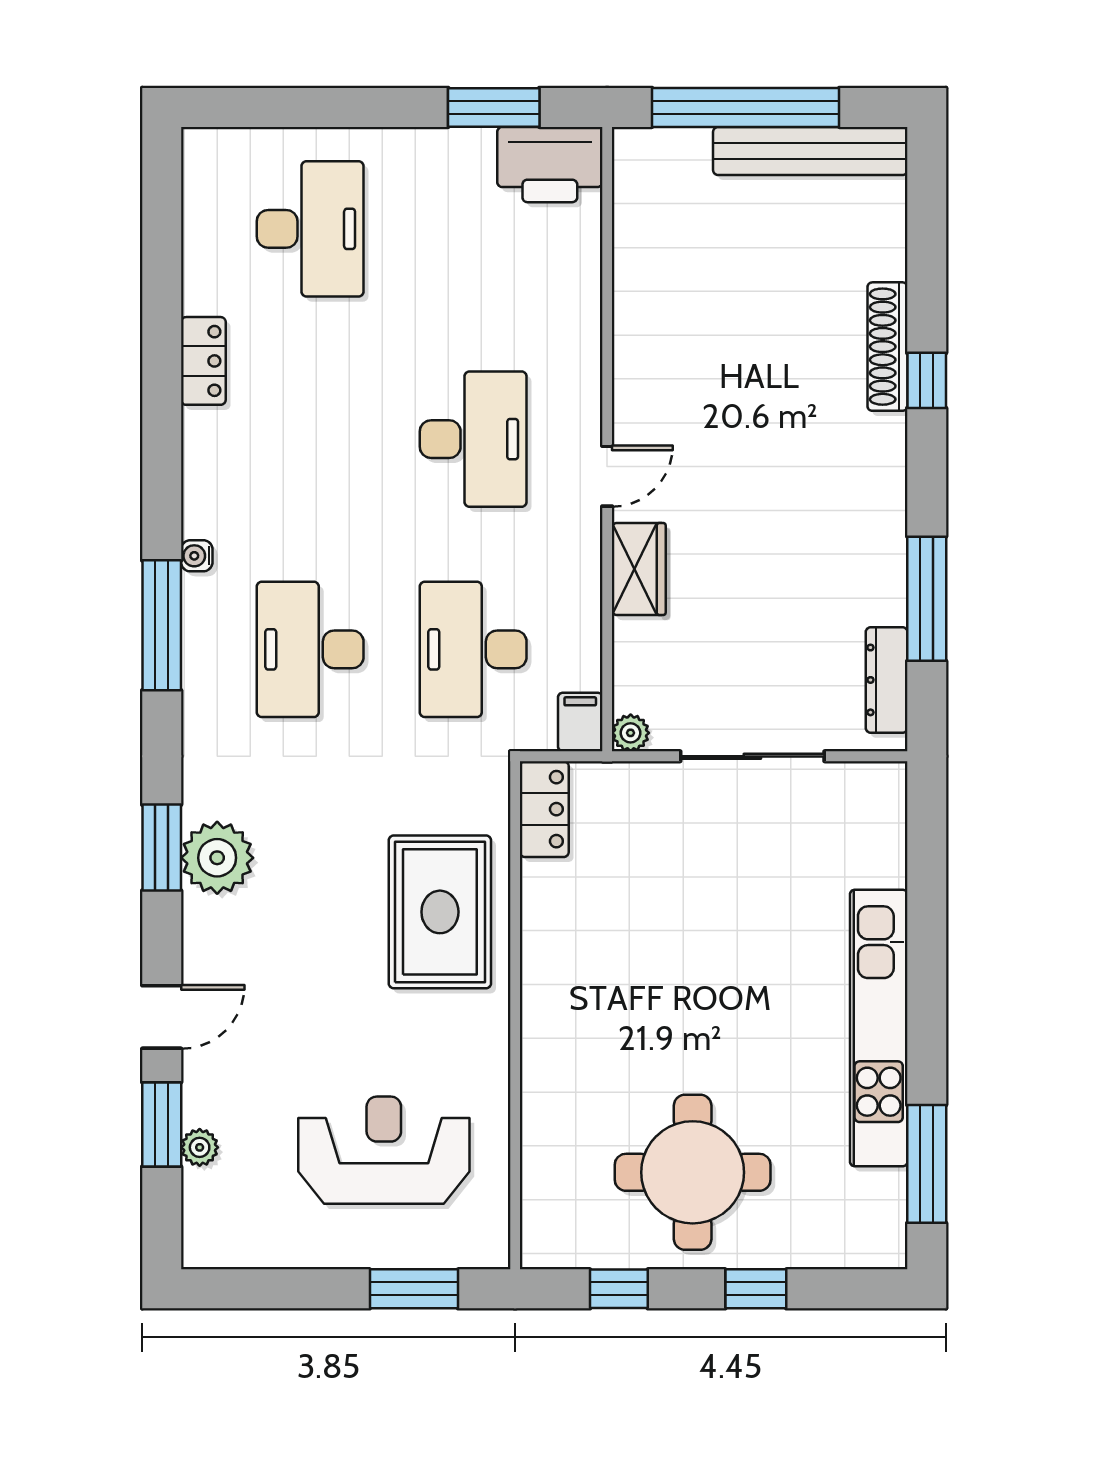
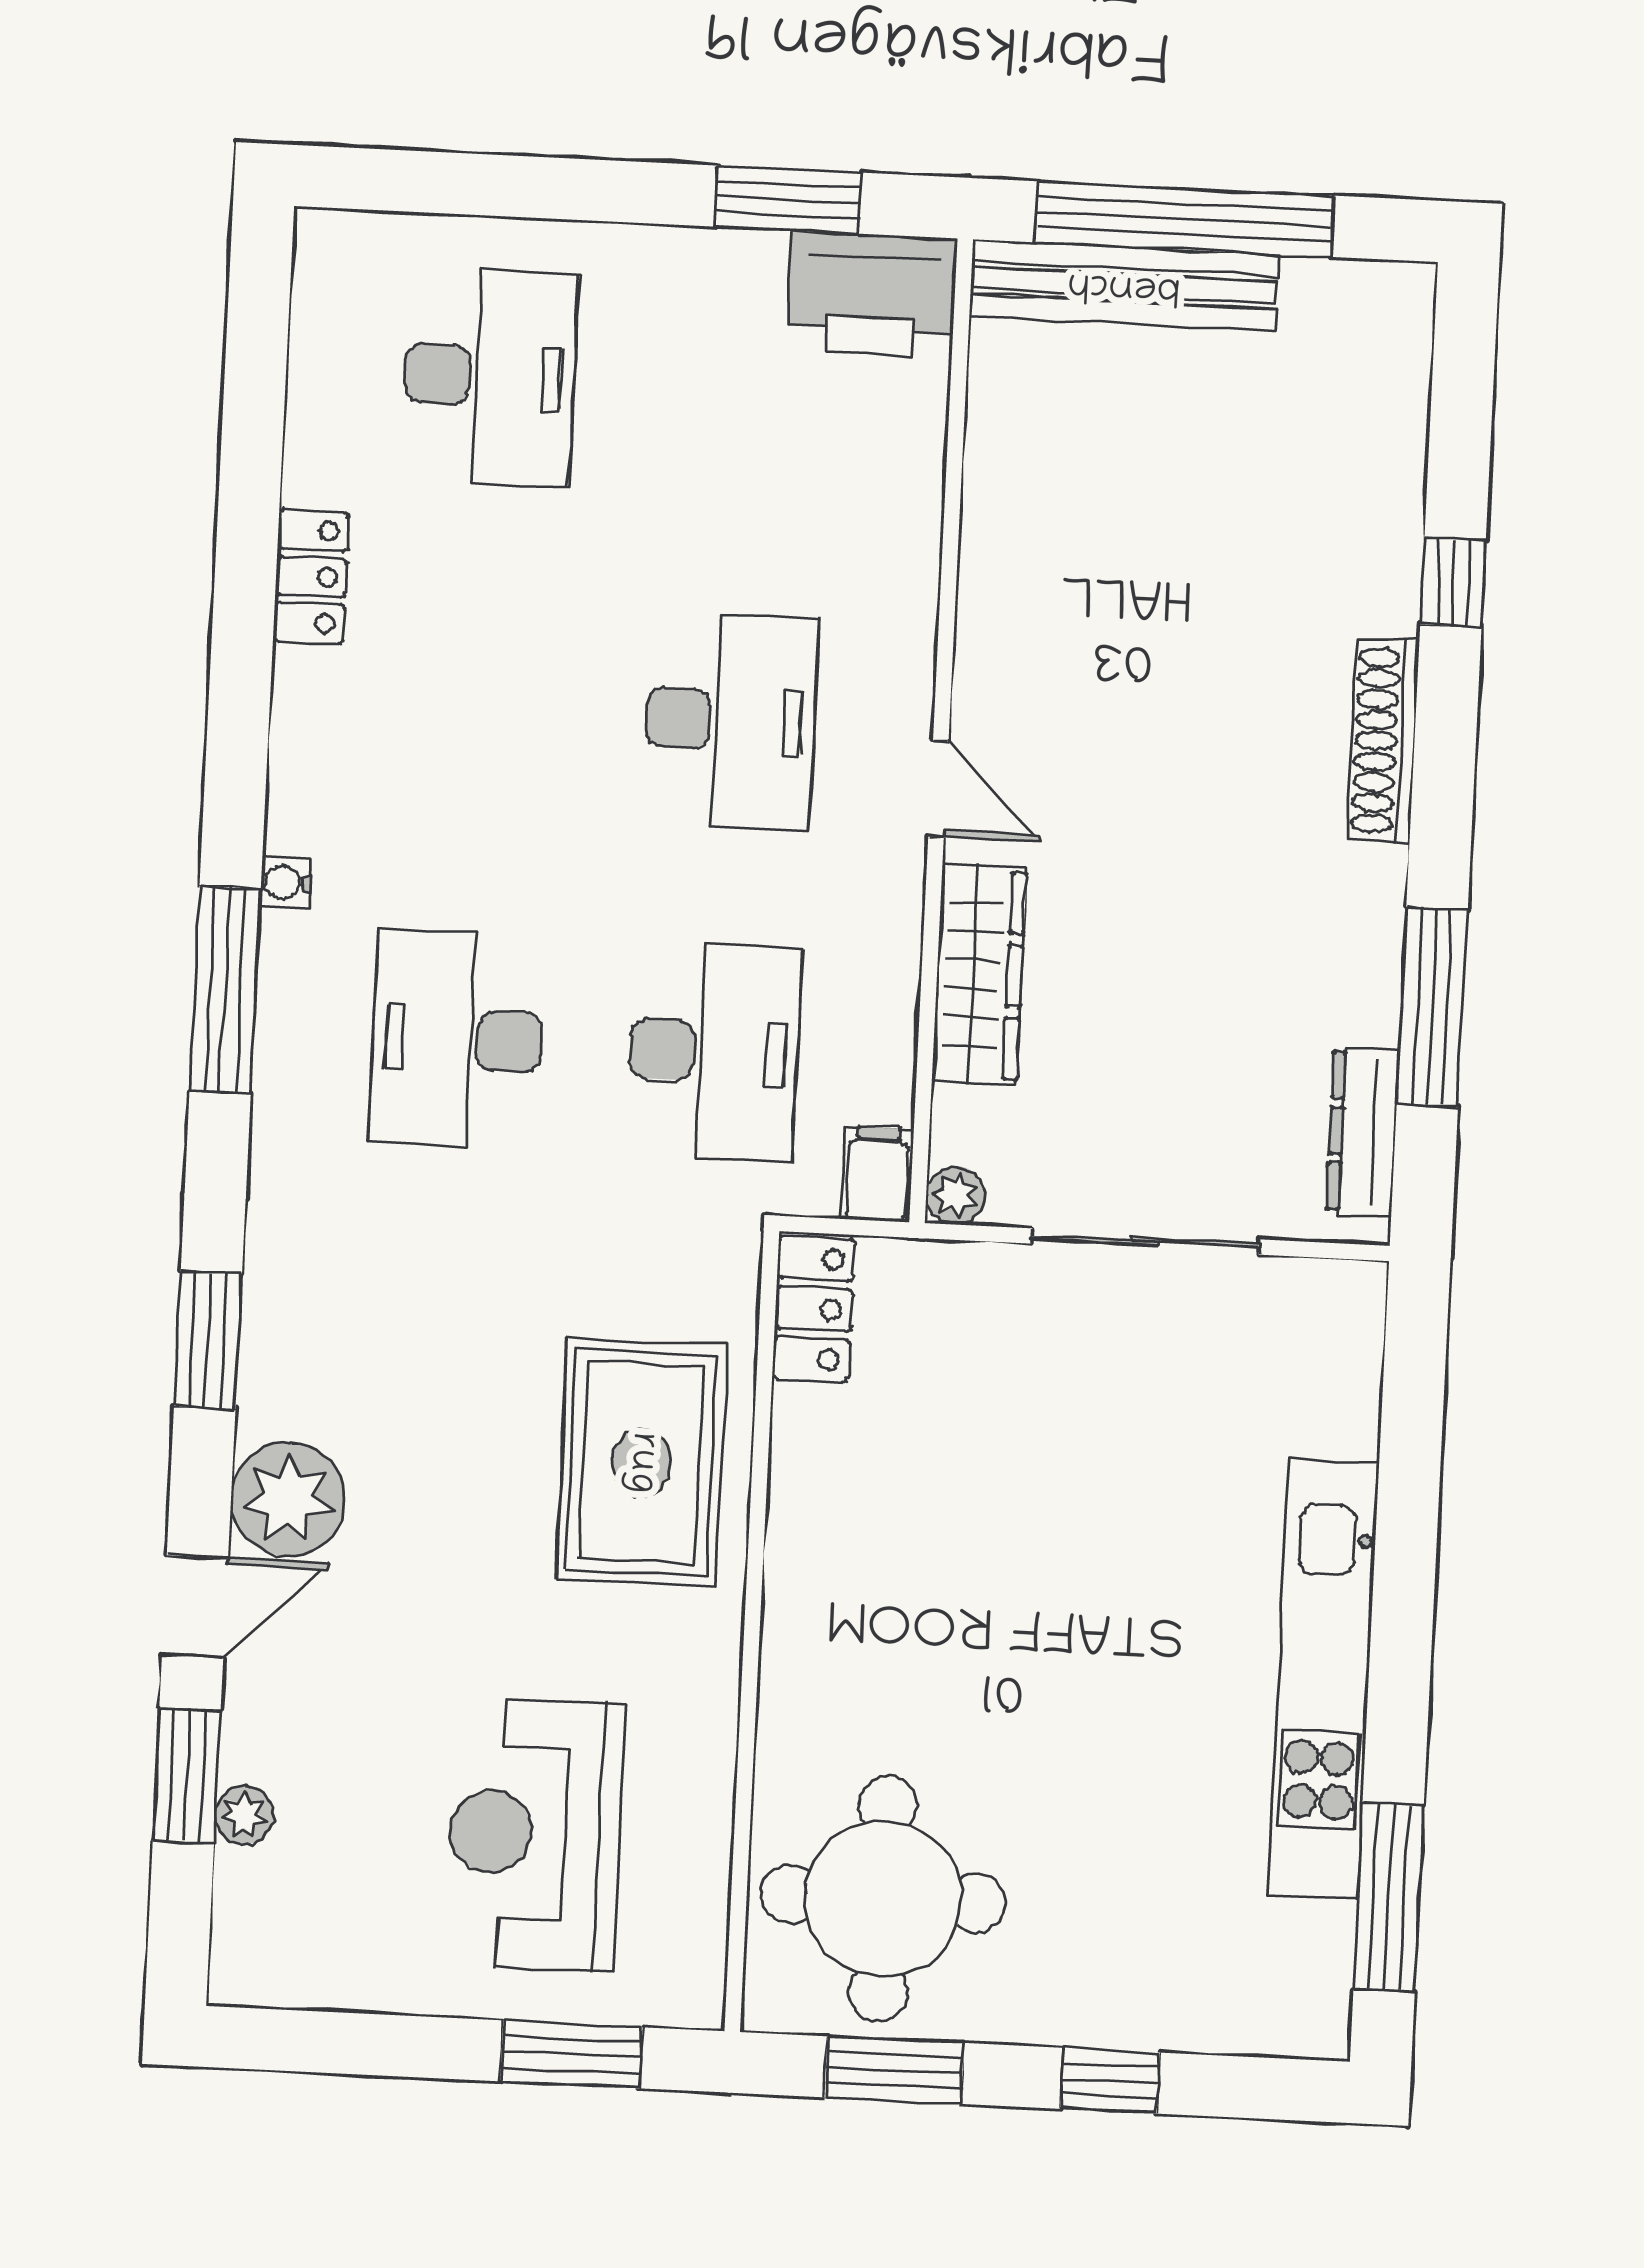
bench: (810, 151) -> (1124, 285), moved
shoe rack: (887, 347) -> (1383, 741), moved
window: (927, 380) -> (1453, 582), moved
door: (607, 476) -> (938, 789), hinge flipped
wardrobe: (639, 569) -> (979, 974), width x1.50
desk: (473, 649) -> (714, 1052), turned 180
plant: (217, 858) -> (288, 1499), moved
reception desk: (384, 1150) -> (535, 1834), turned -90
round table: (693, 1172) -> (883, 1899), moved
window: (619, 1289) -> (894, 2070), width x1.50

